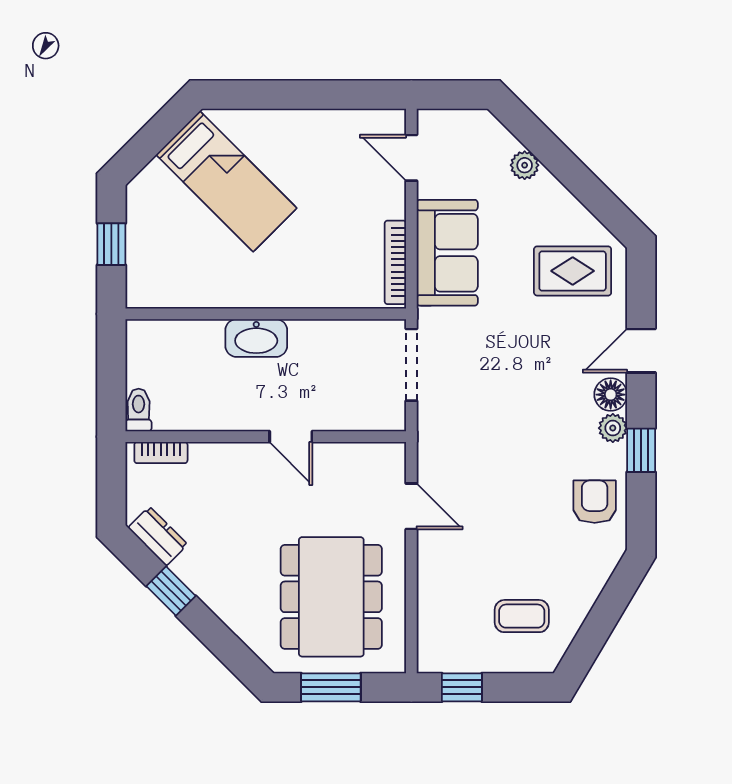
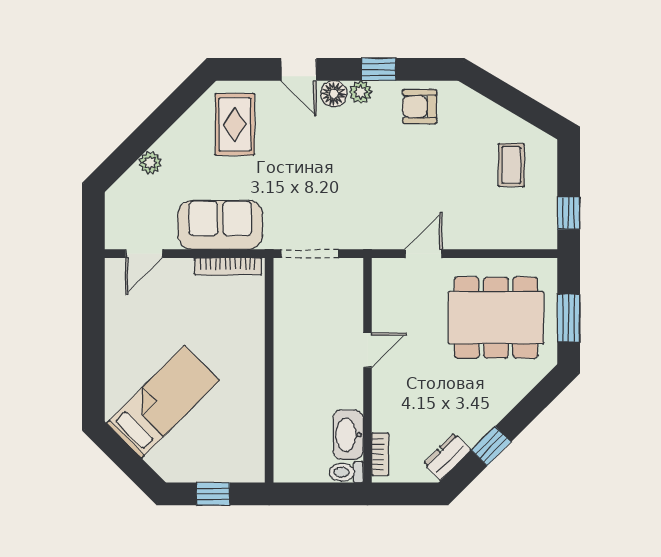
washbasin: (256, 338) -> (348, 435), moved, turned 180

